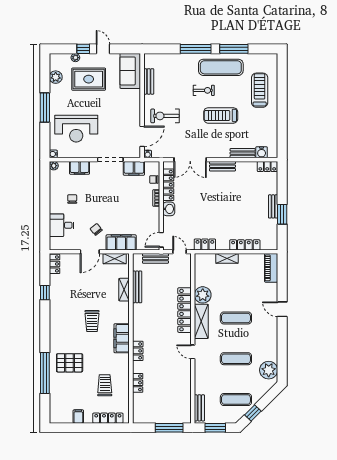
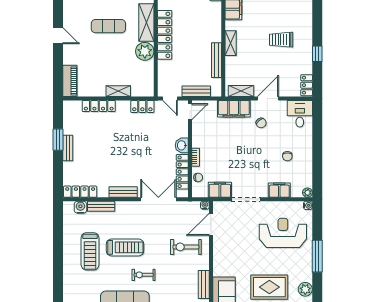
treadmill: (260, 90) -> (90, 251), moved
exercise bike: (165, 116) -> (186, 247), turned 180
locker: (267, 166) -> (80, 192), width x1.53
desk: (62, 225) -> (300, 114), moved, turned -90
shelving: (124, 290) -> (231, 43), moved
trolley: (92, 321) -> (281, 40), moved, turned -90

